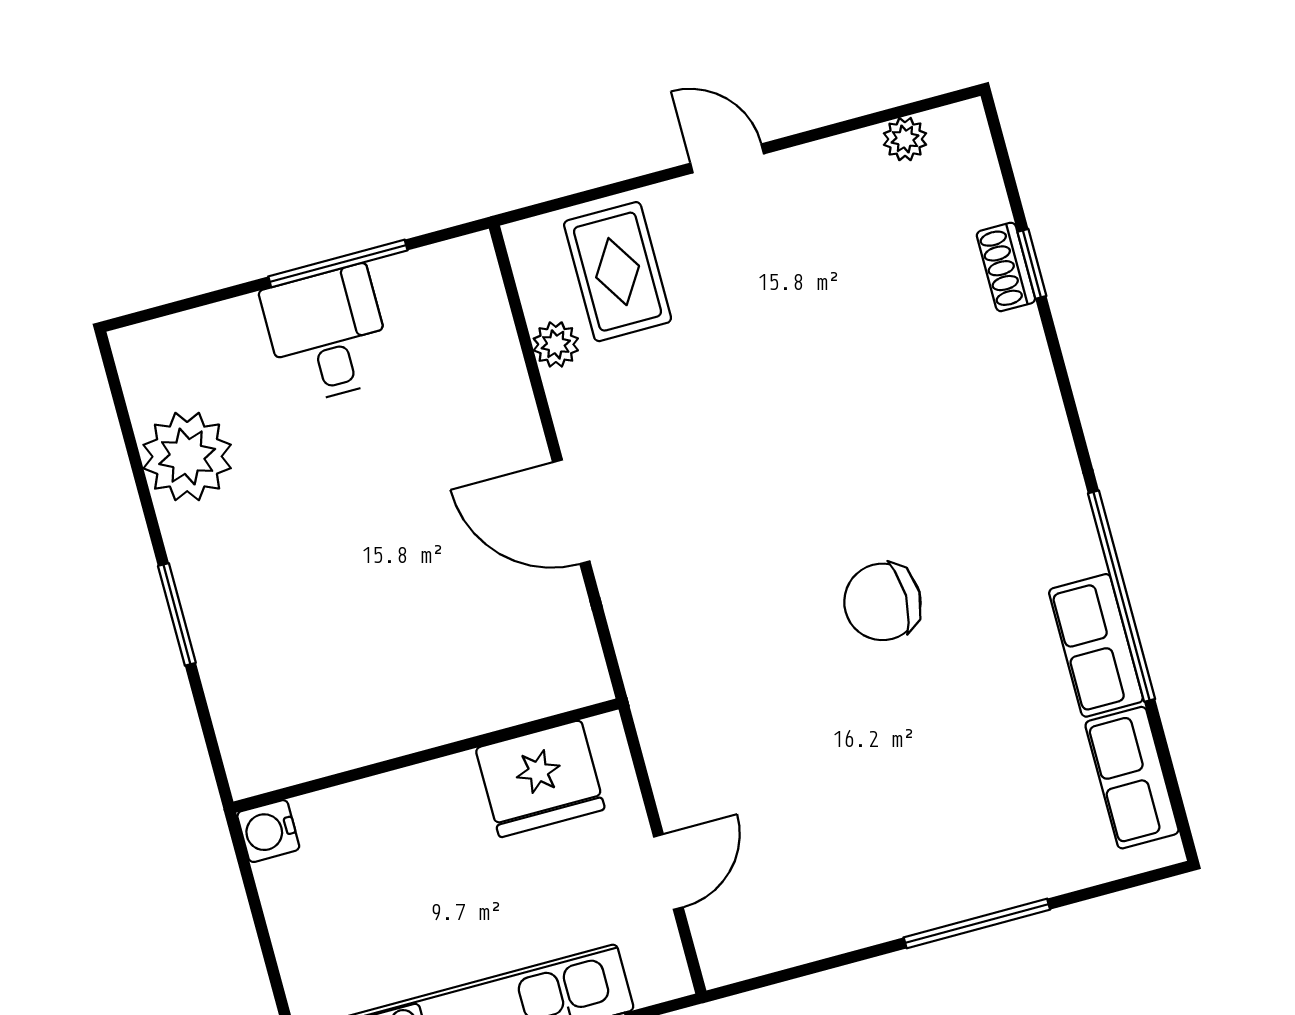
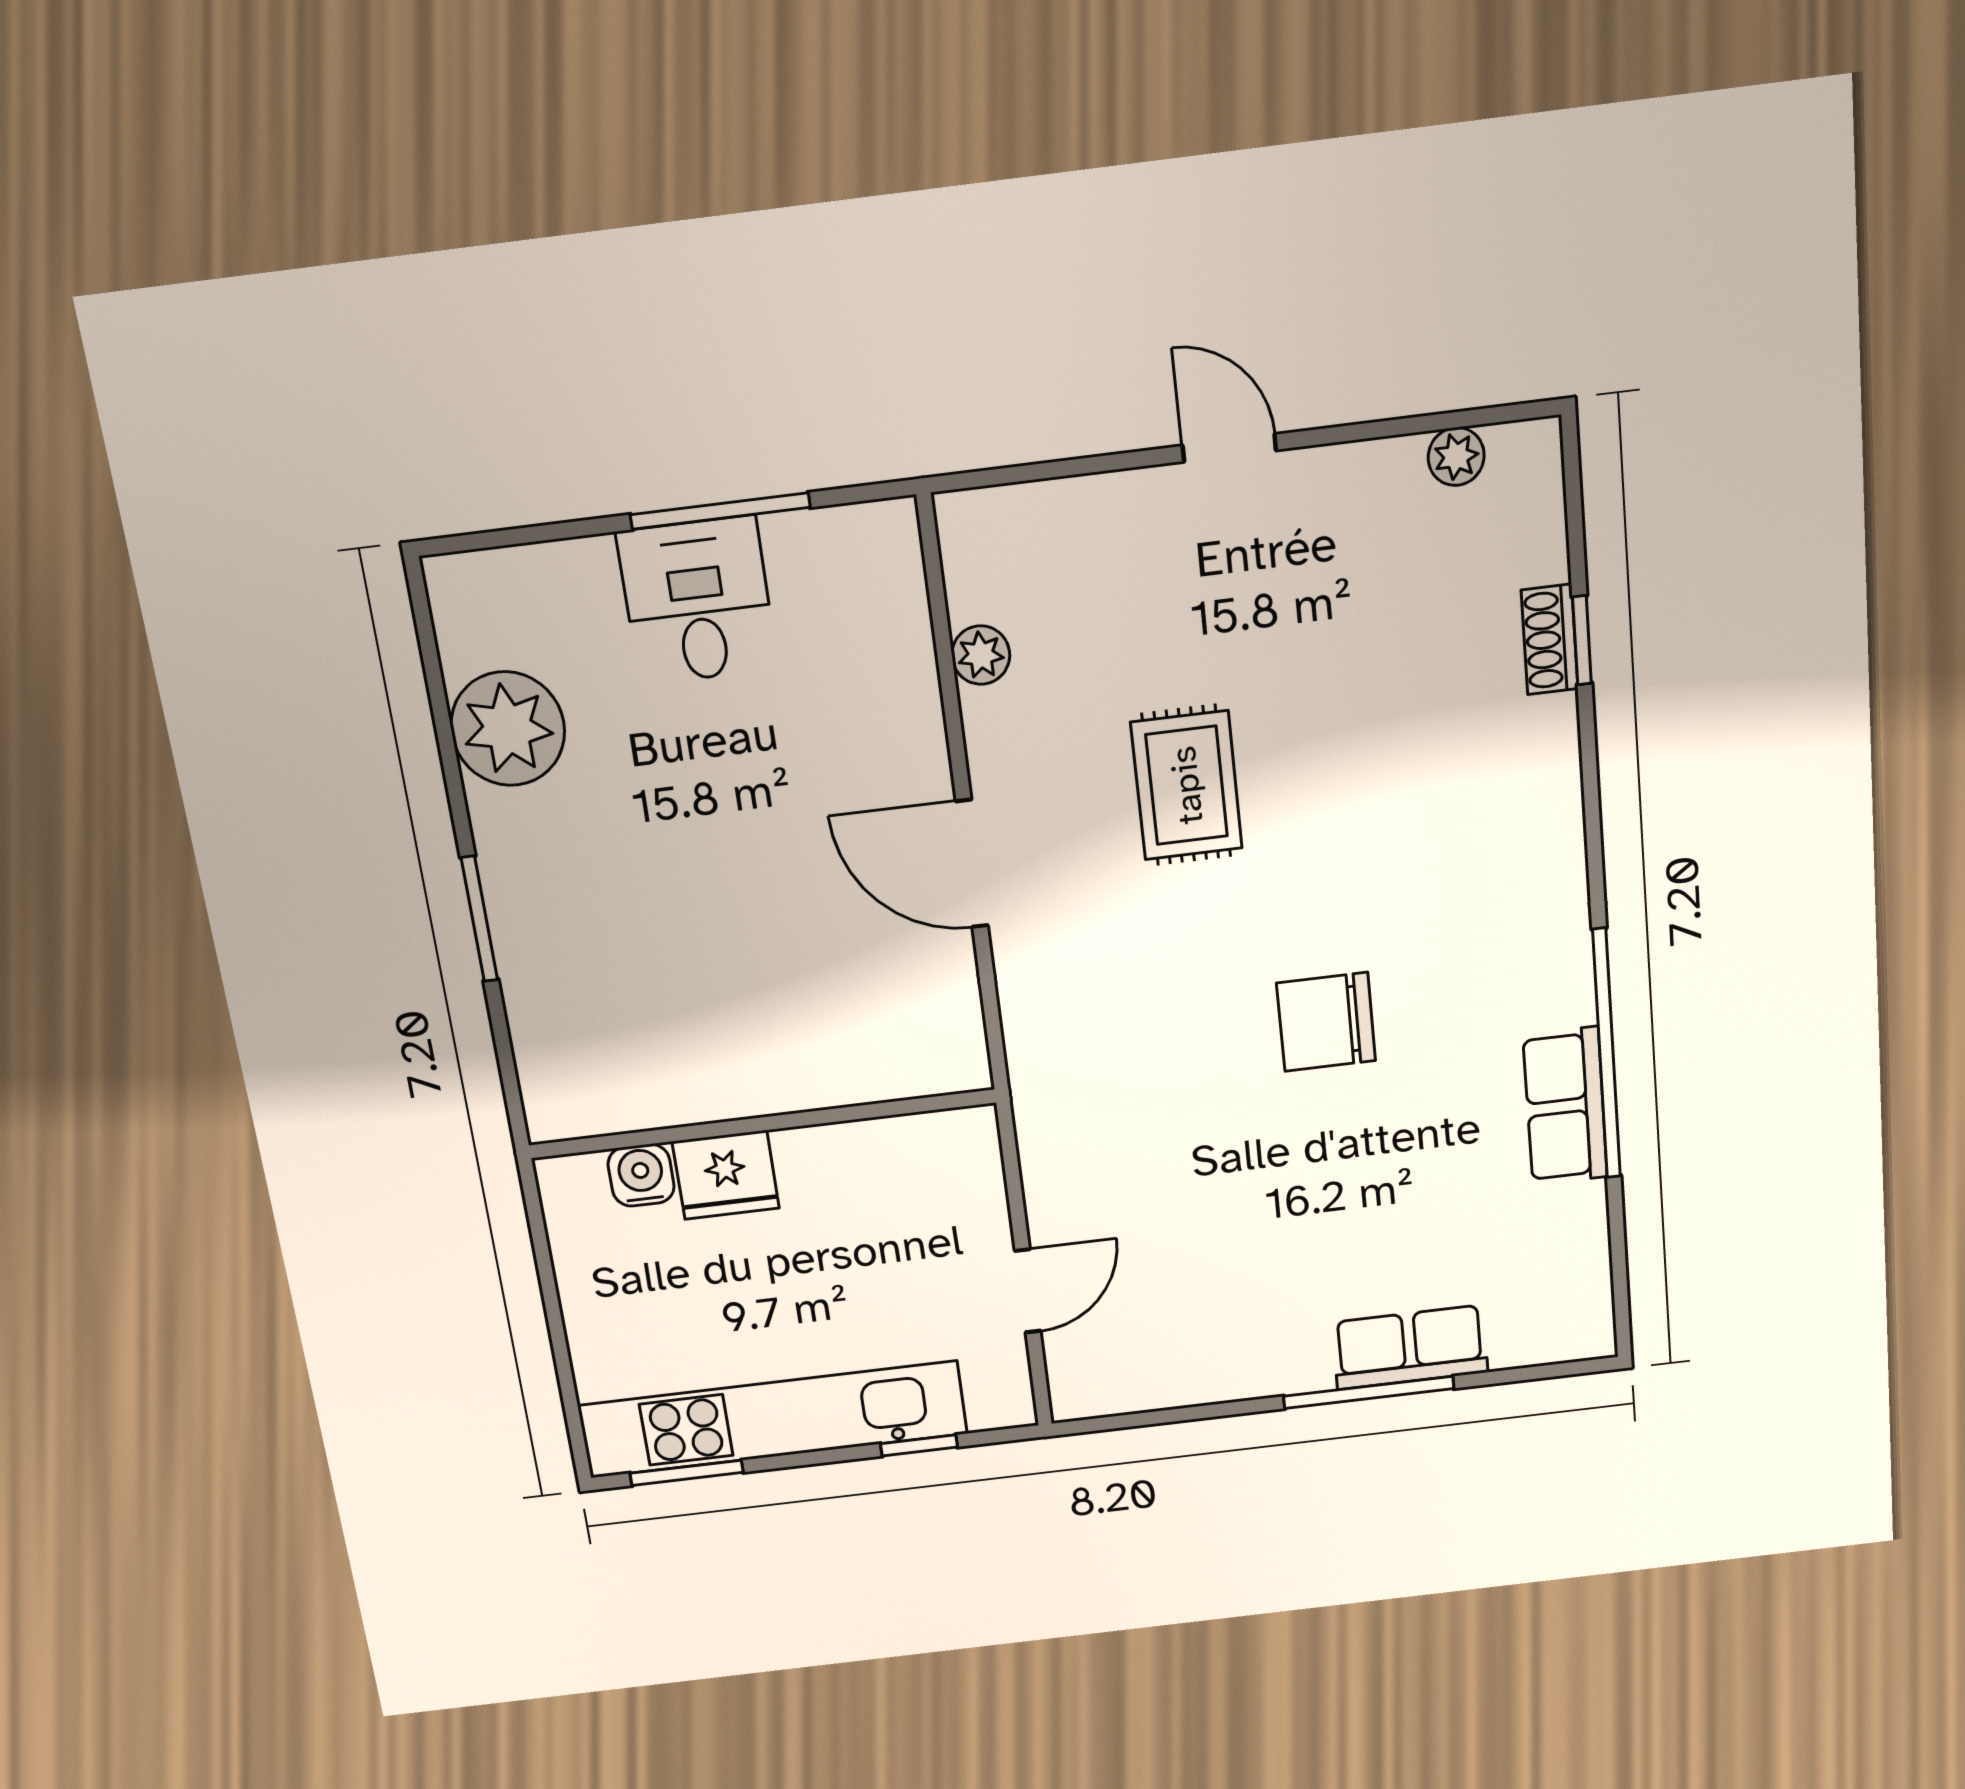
rug: (618, 272) -> (1187, 785), moved
row of seats: (1132, 778) -> (1410, 1347), moved, turned 90
fridge: (540, 779) -> (726, 1175), moved, width x0.73, depth x0.75
water cooler: (268, 831) -> (641, 1175), moved, turned 90

